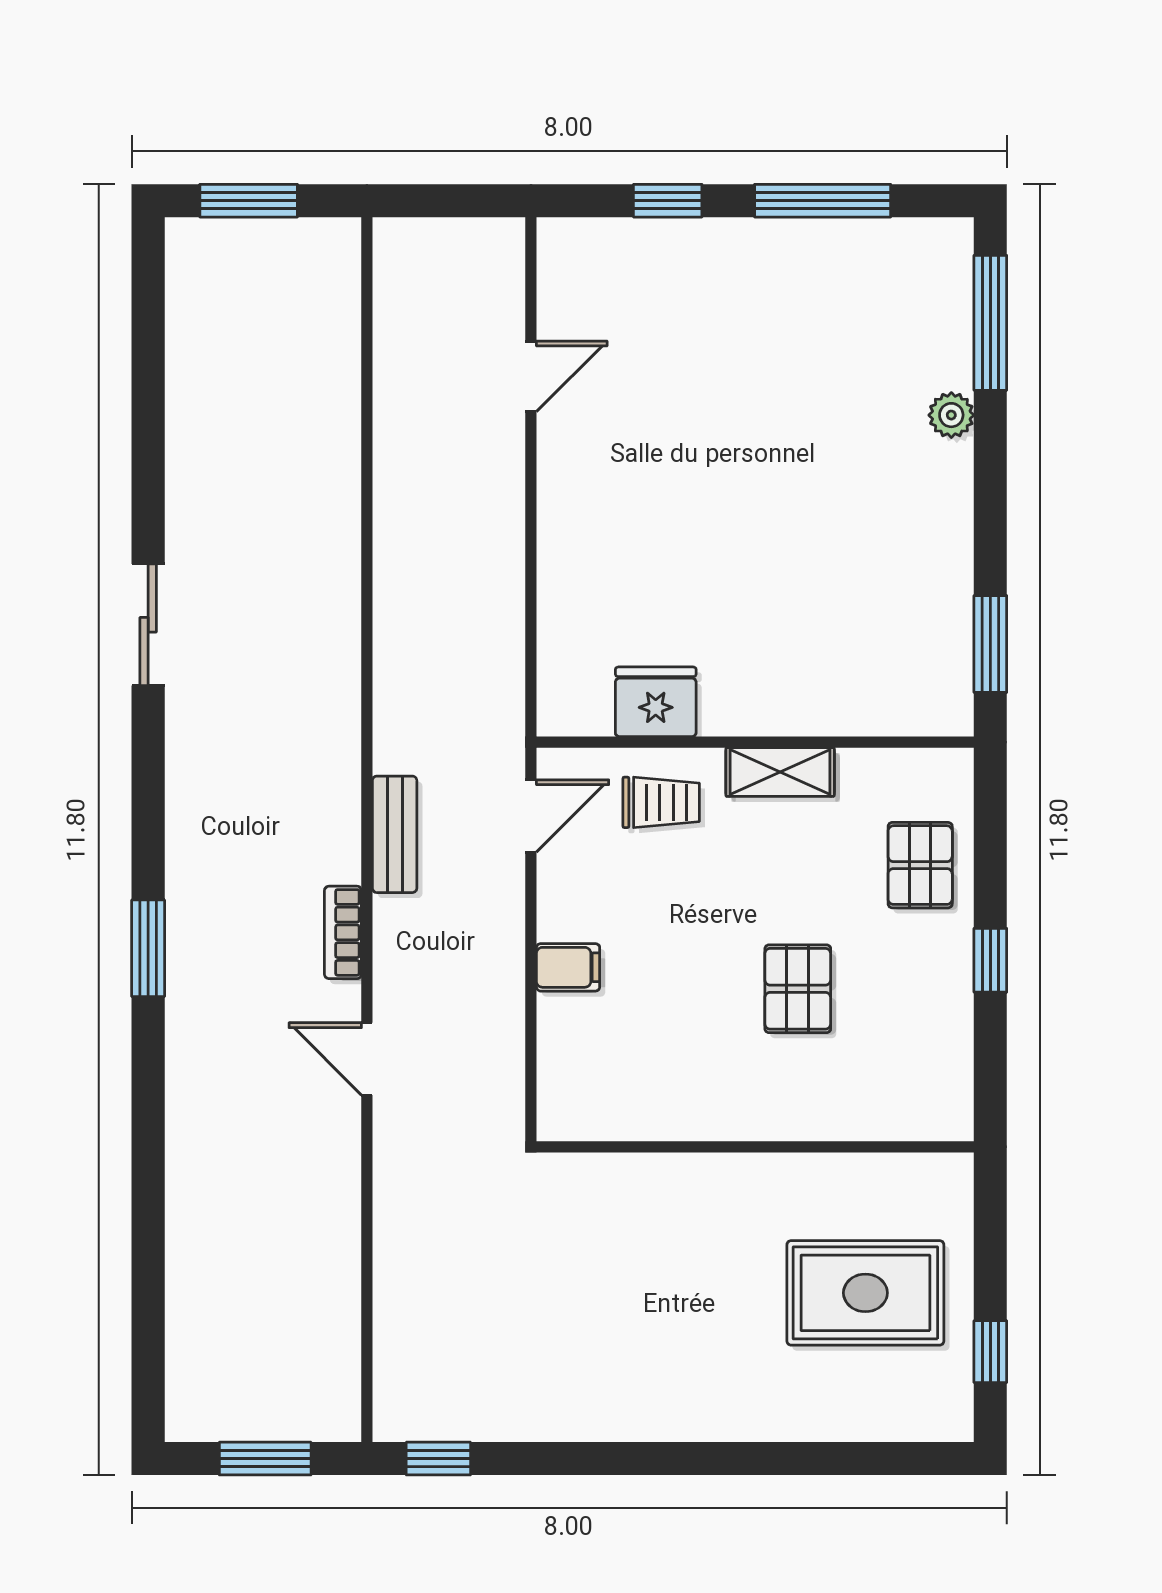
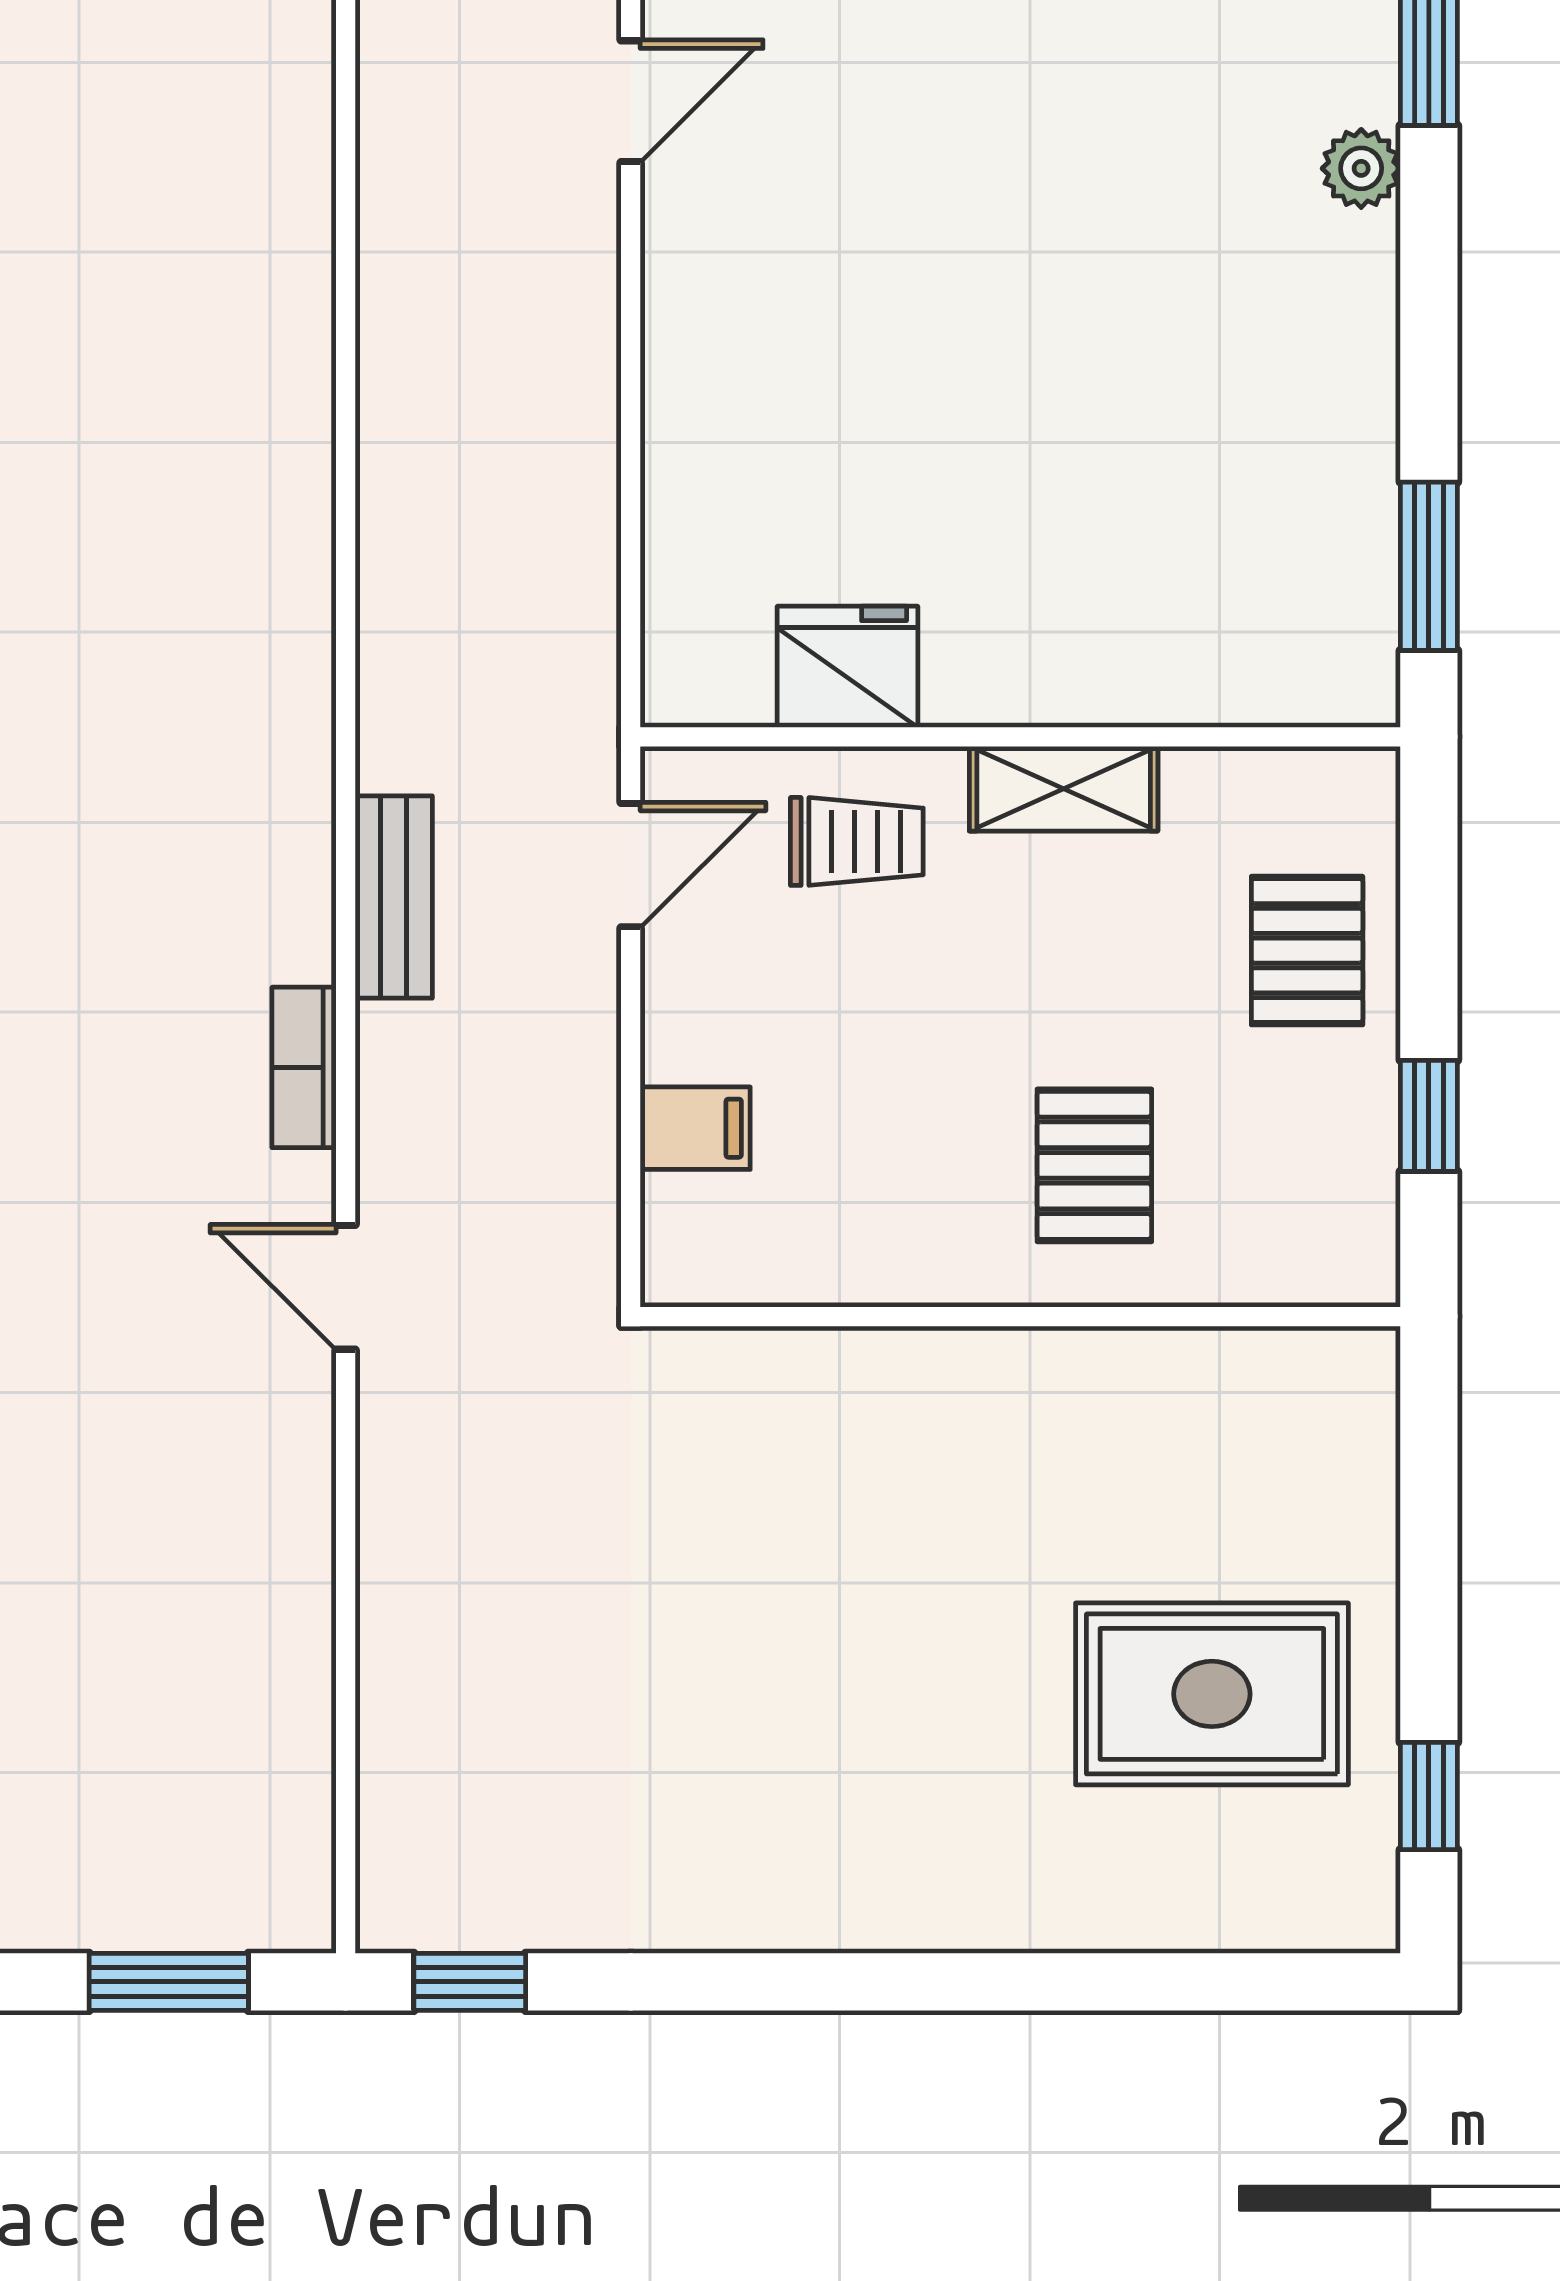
wall: (755, 1147) -> (1020, 1317), moved

